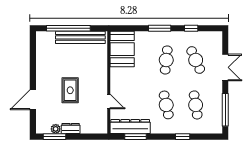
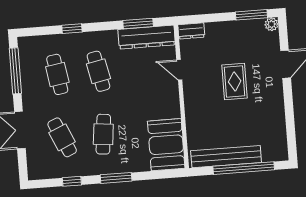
plant: (56, 129) -> (271, 24), moved
dresser: (71, 129) -> (191, 31), moved

